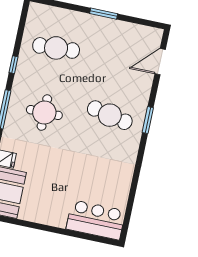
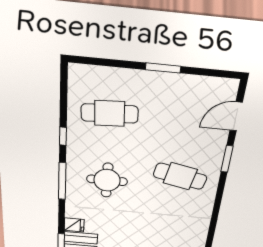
window: (148, 120) -> (227, 159), moved

